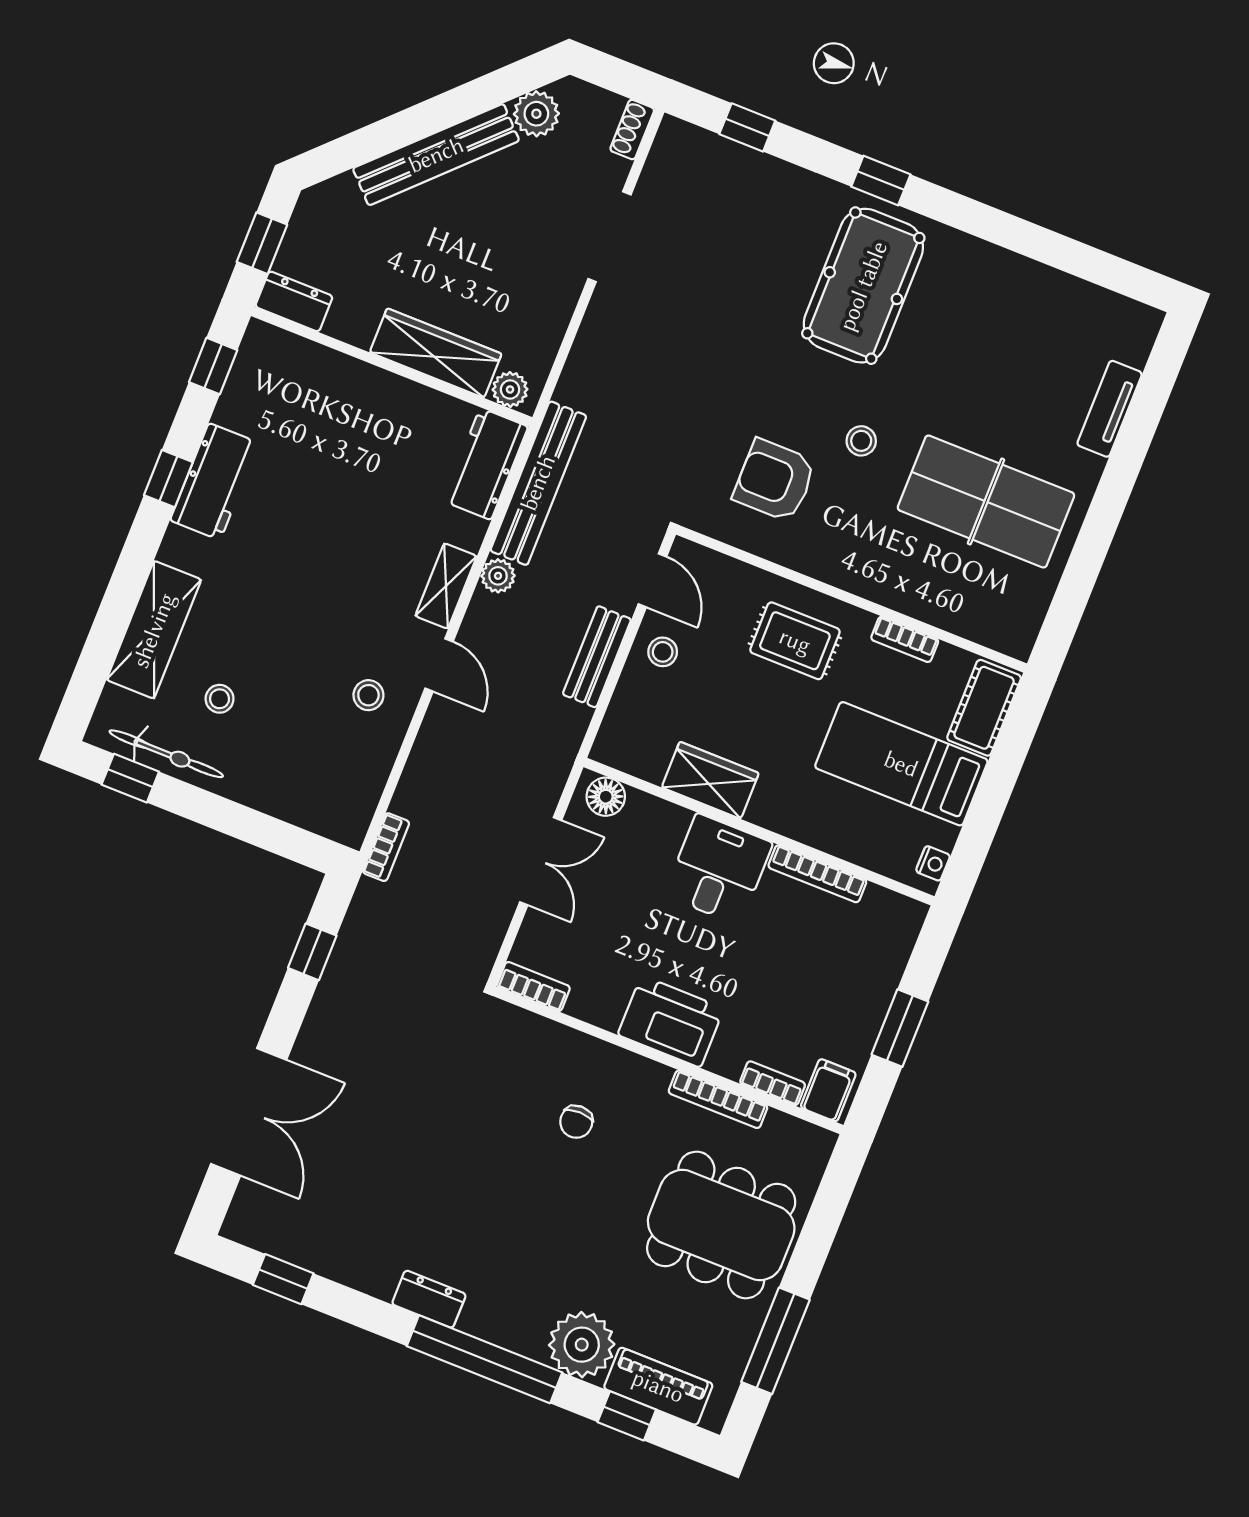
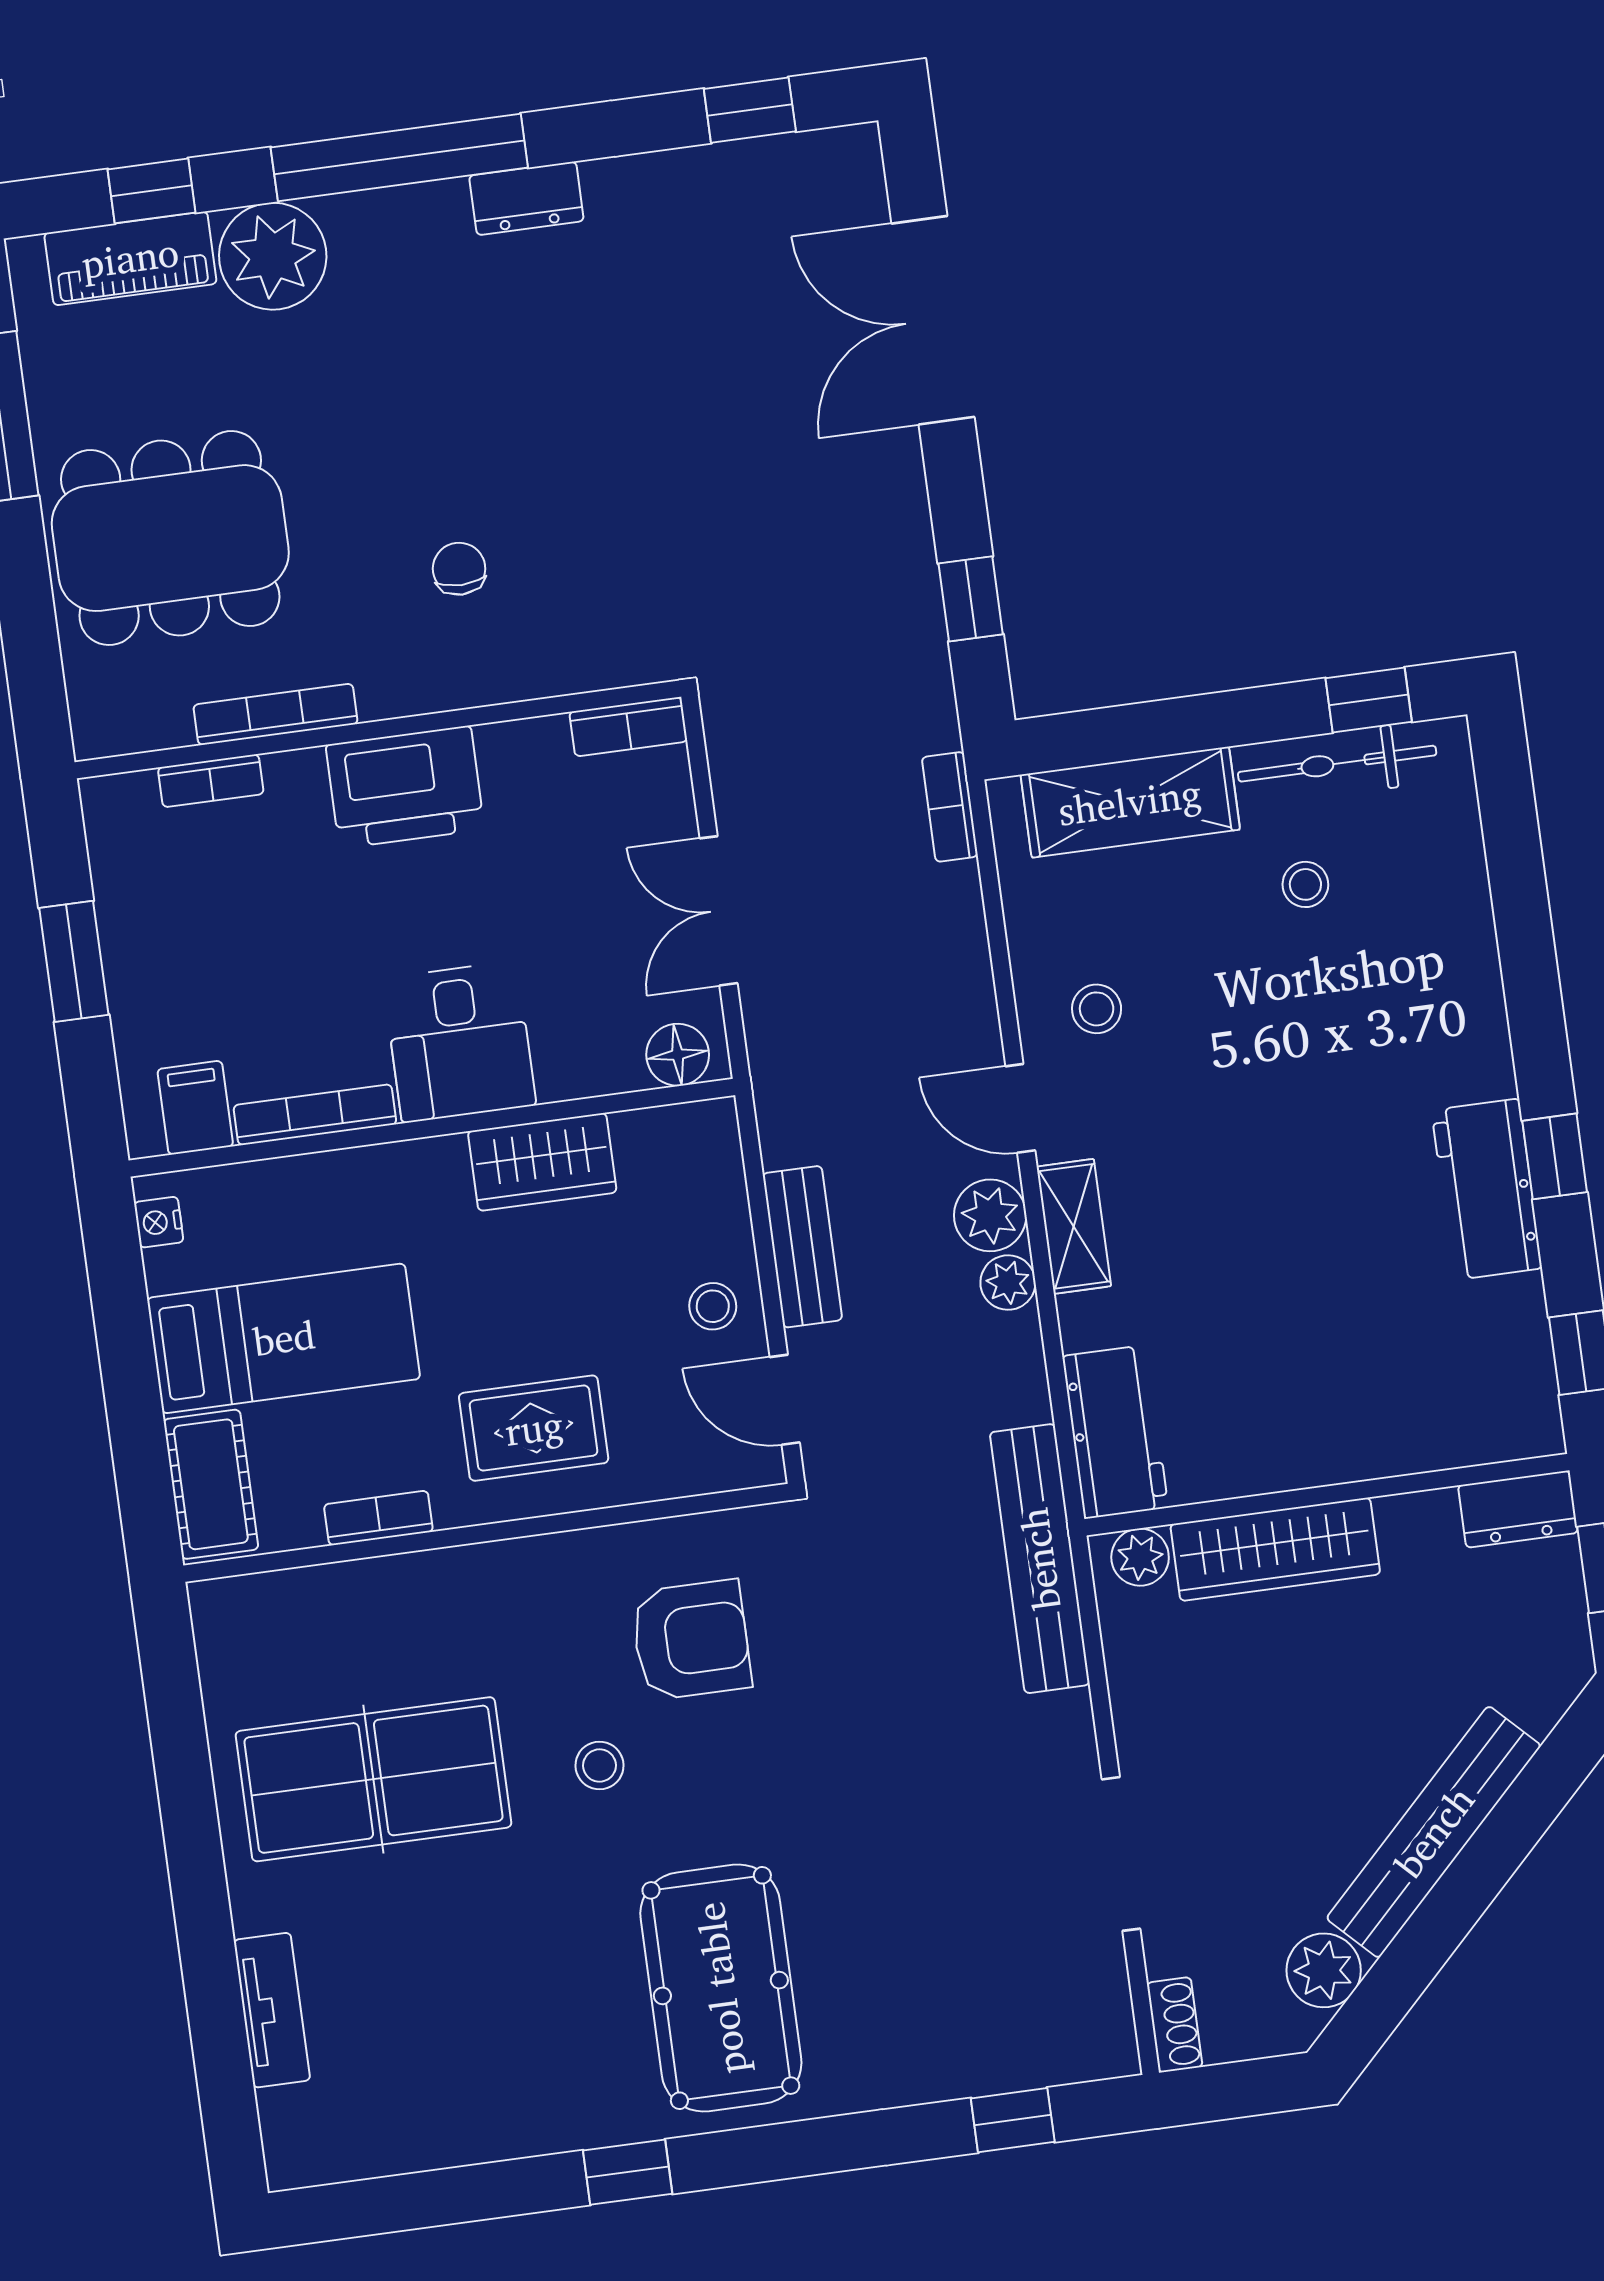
window: (881, 180) -> (628, 2172), moved
bench: (538, 483) -> (1040, 1559), moved
plant: (487, 617) -> (990, 1215), added
shelving: (154, 630) -> (1130, 802), moved, turned 90
filing cabinet: (828, 1090) -> (195, 1108), moved, turned 180

